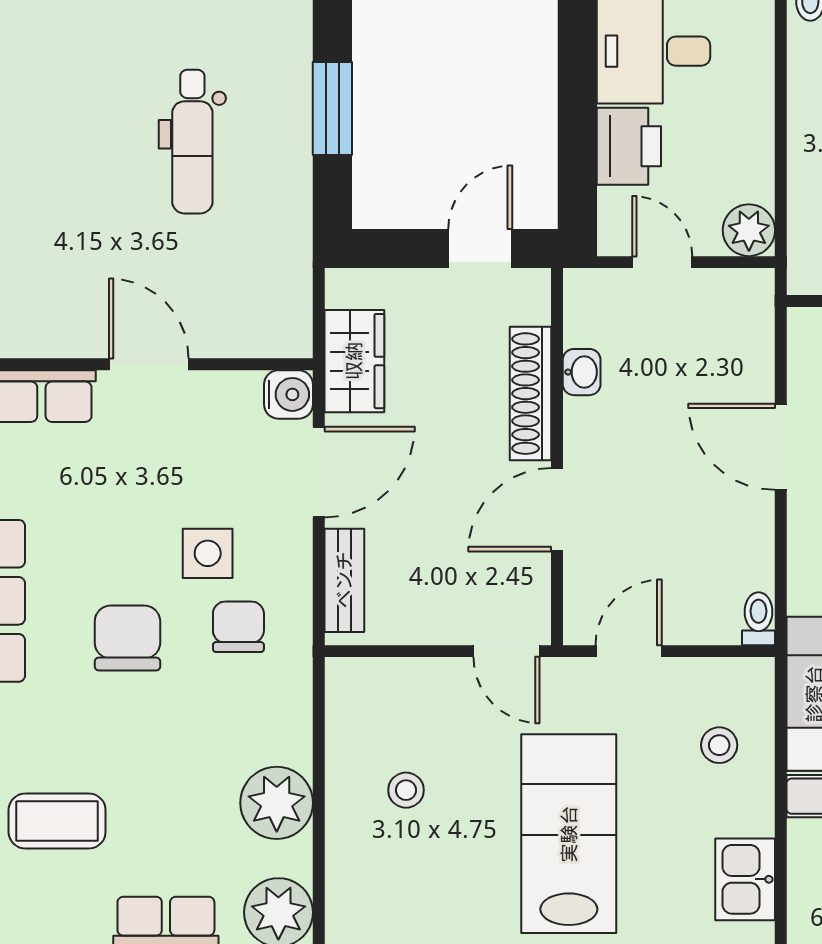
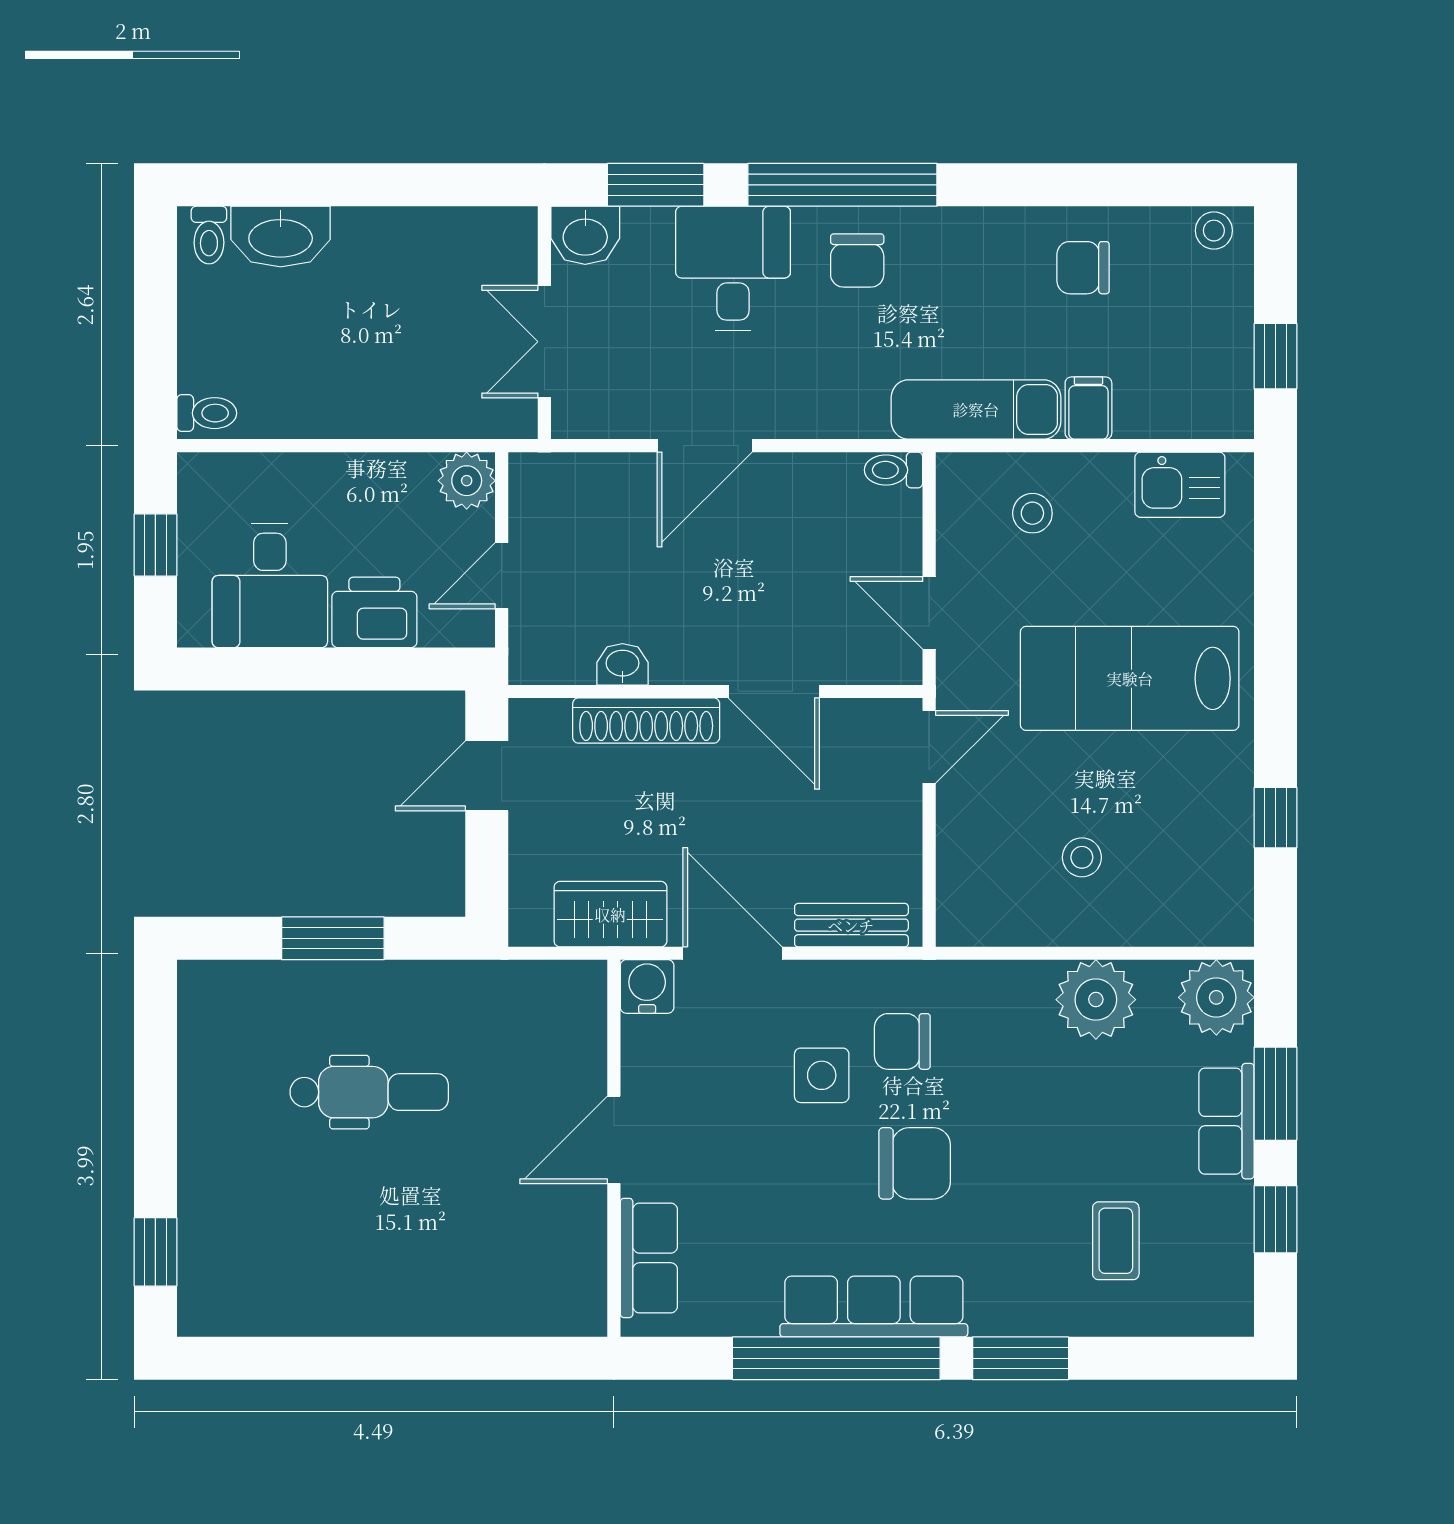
door: (480, 248) -> (487, 776), hinge flipped
chair: (127, 638) -> (915, 1163), turned 180
coffee table: (57, 821) -> (1116, 1241), width x0.73, depth x0.77

